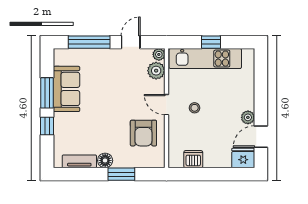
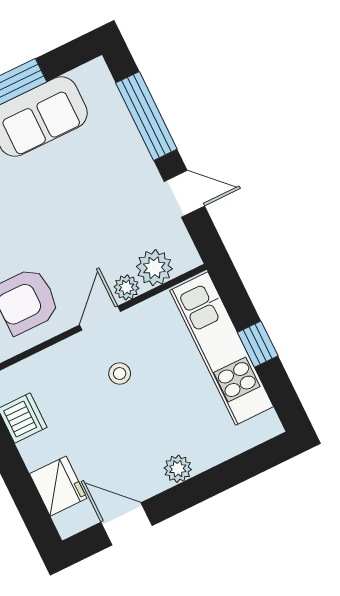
plant: (159, 54) -> (126, 287), moved
plant: (248, 117) -> (178, 469), moved
fridge: (243, 158) -> (58, 486), moved

